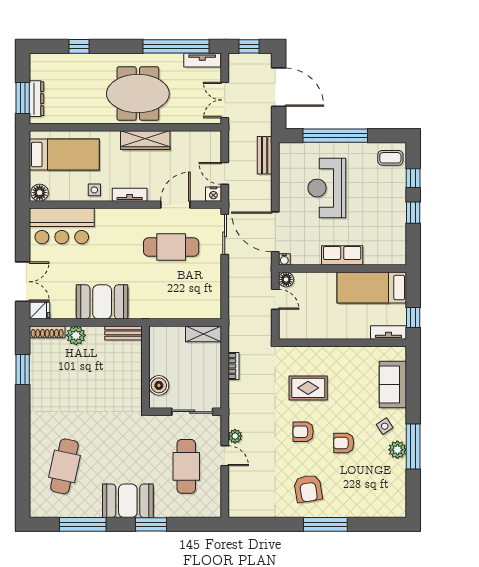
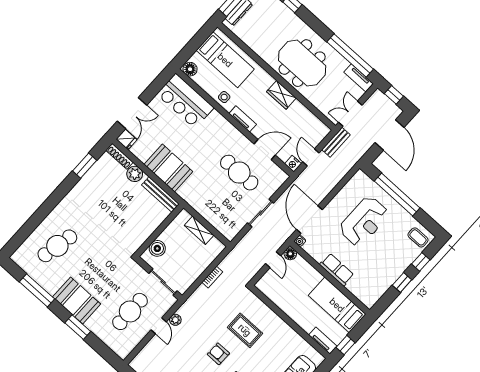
wardrobe: (145, 140) -> (281, 95), width x0.67
bench: (265, 155) -> (336, 142), moved
reception desk: (327, 188) -> (364, 221), turned 180
sliding door: (225, 234) -> (261, 213), moved
bench: (123, 333) -> (160, 194), width x1.36
shelving: (203, 334) -> (199, 230), moved

